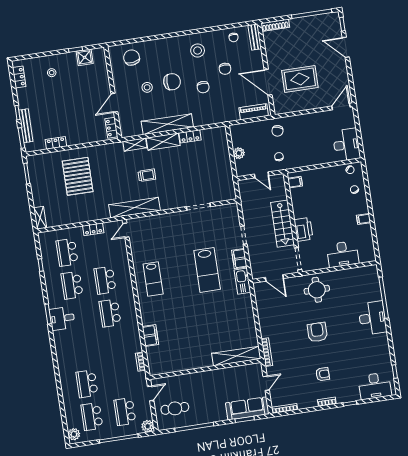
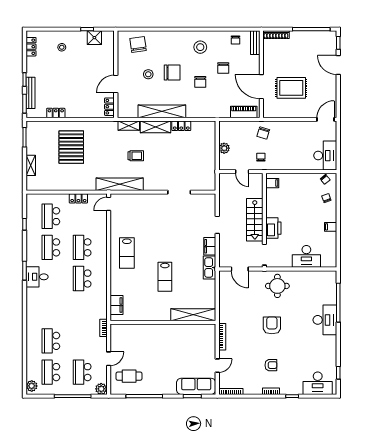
shelving: (40, 218) -> (31, 165), moved
lab bench: (207, 270) -> (165, 277), moved, width x0.73, depth x0.72
shelving: (236, 356) -> (193, 315), moved
wall: (205, 369) -> (163, 322), moved

